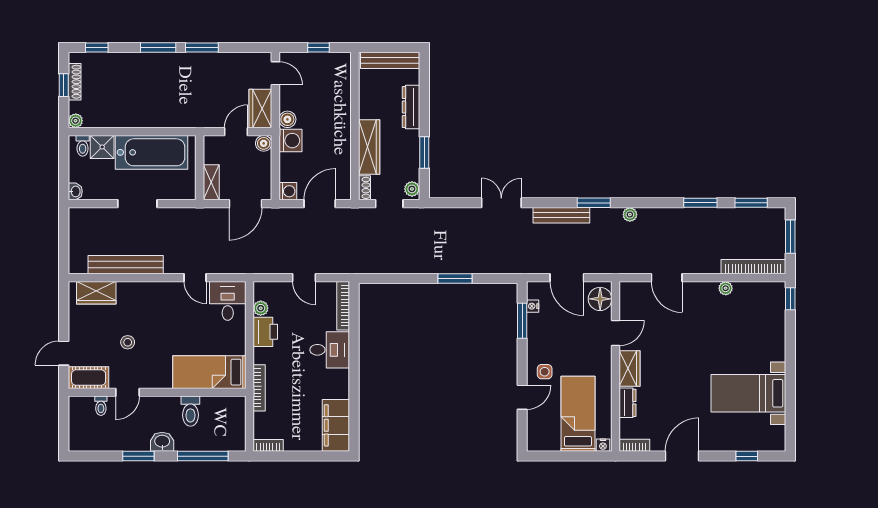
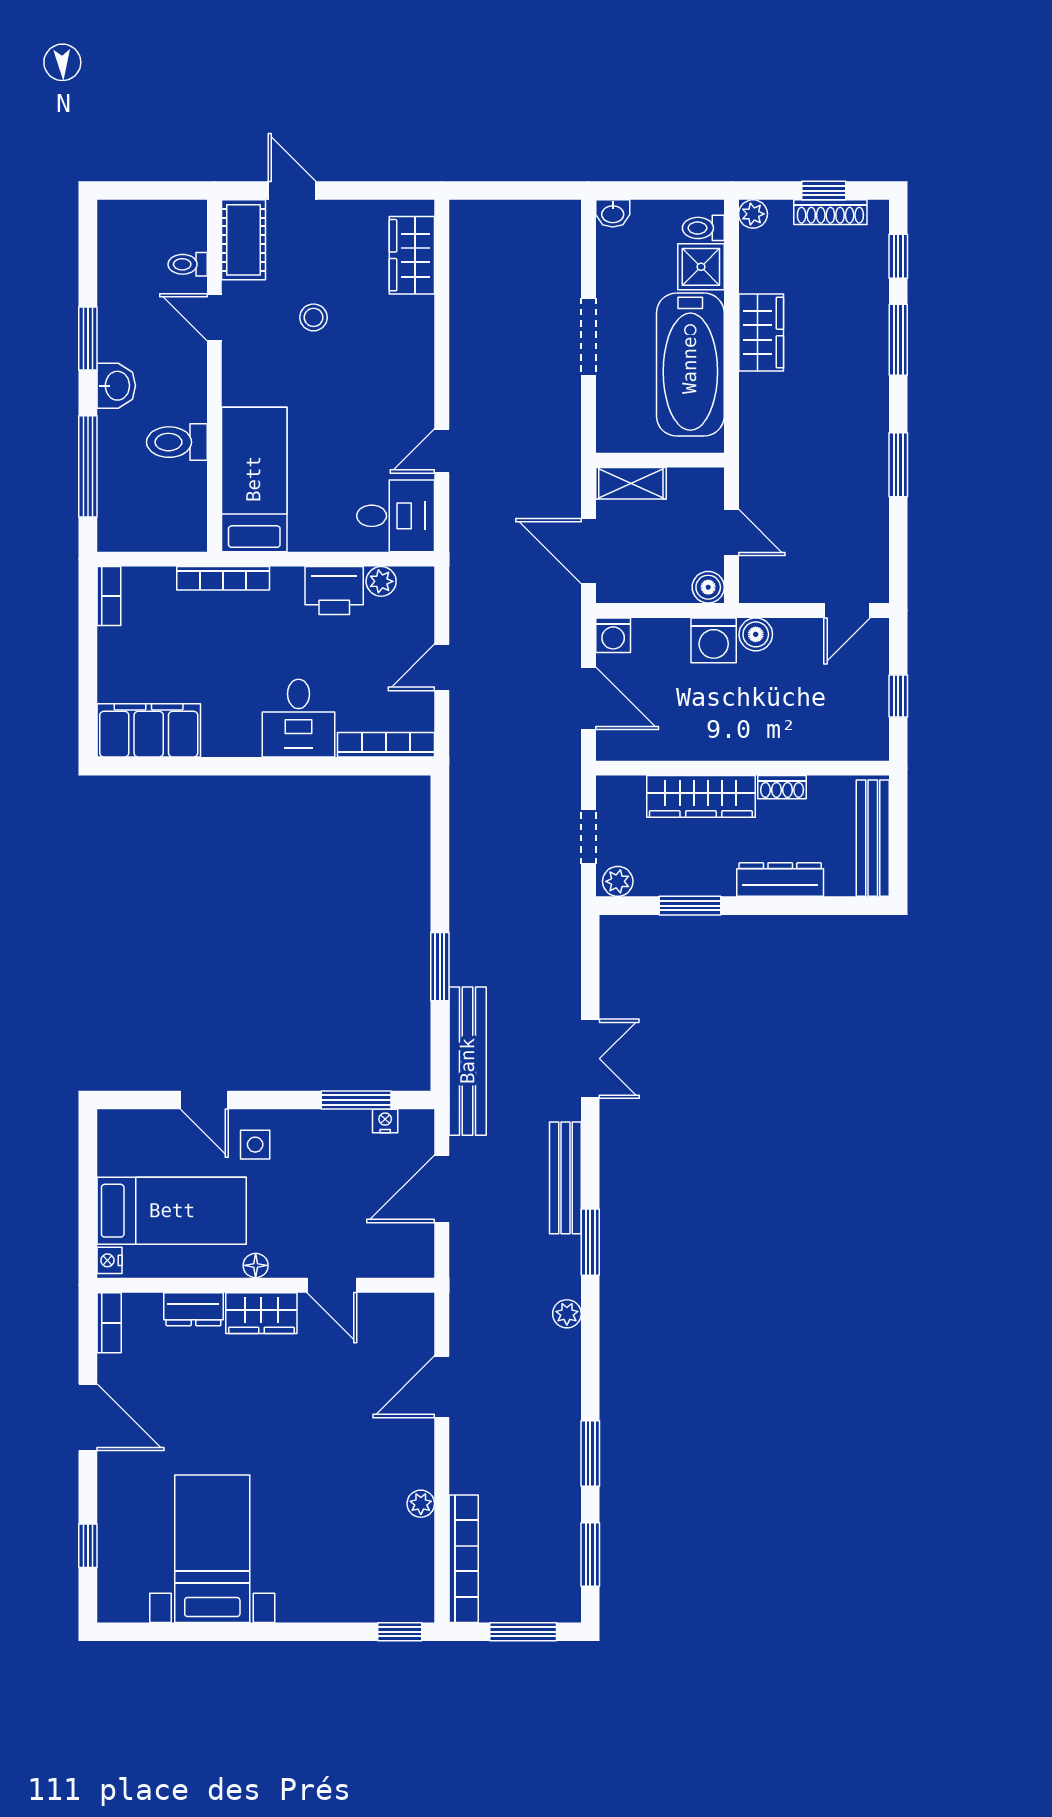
window: (158, 48) -> (898, 340), moved
wardrobe: (260, 108) -> (761, 332), moved, turned 90
shoe rack: (364, 188) -> (782, 787), moved
bench: (126, 265) -> (468, 1061), moved
floor lamp: (600, 299) -> (256, 1265), moved, width x0.53, depth x0.53

